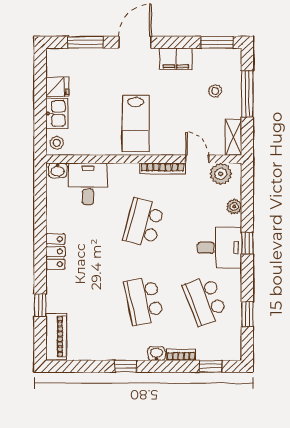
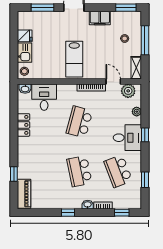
locker: (55, 252) -> (24, 125), moved

